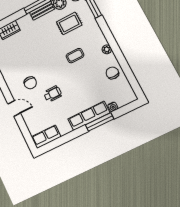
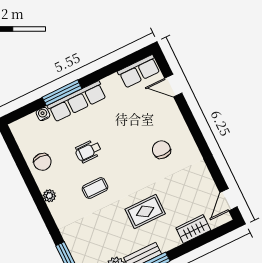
rug: (69, 23) -> (145, 211), moved
wheelchair: (53, 94) -> (88, 151), moved
door: (14, 109) -> (173, 86), moved

